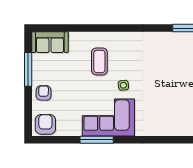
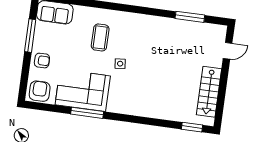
armchair: (44, 93) -> (42, 61), turned 89
corner sofa: (108, 118) -> (83, 90), moved

